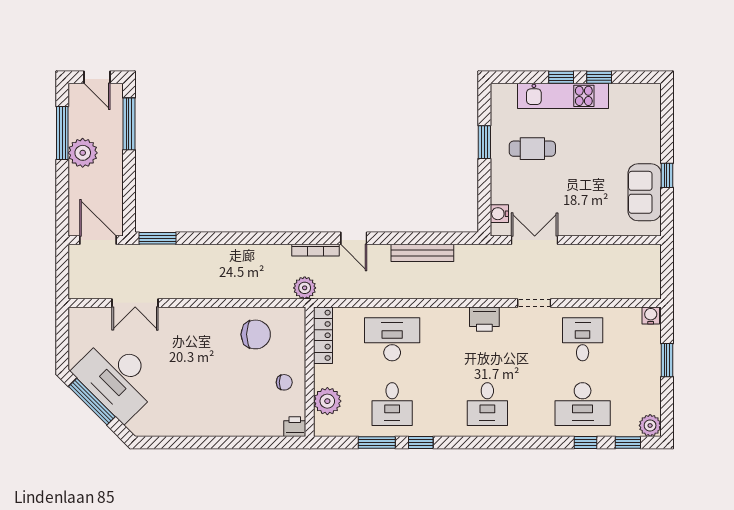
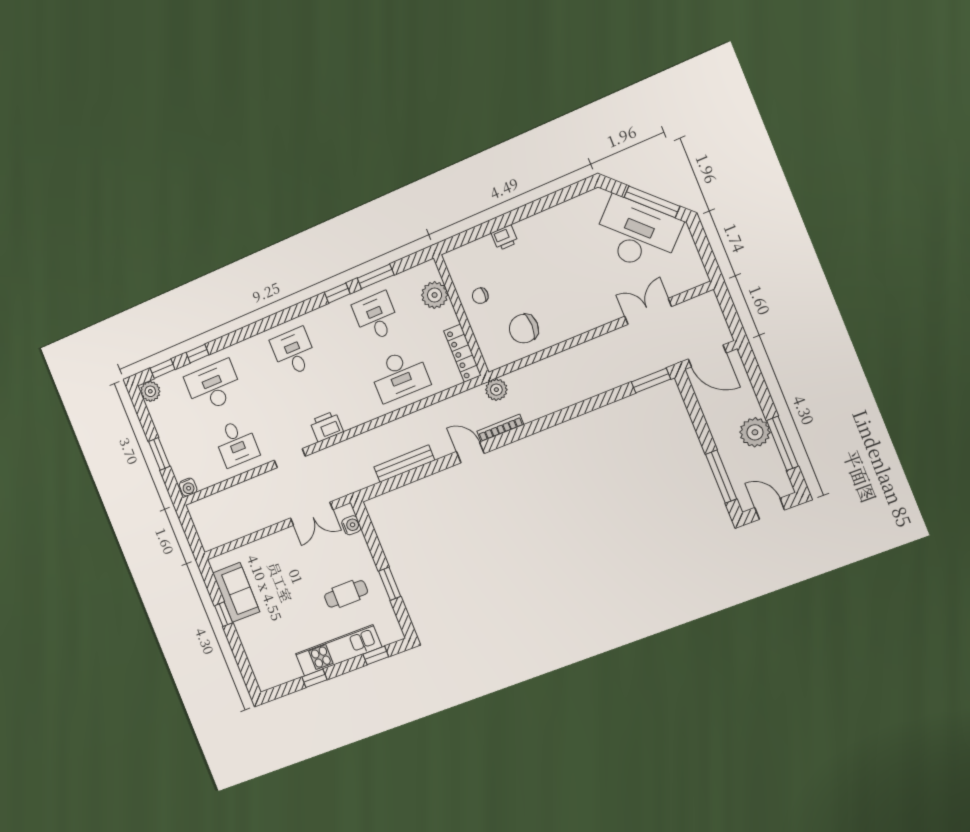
window: (561, 77) -> (376, 655), moved
printer: (295, 427) -> (505, 238), moved

